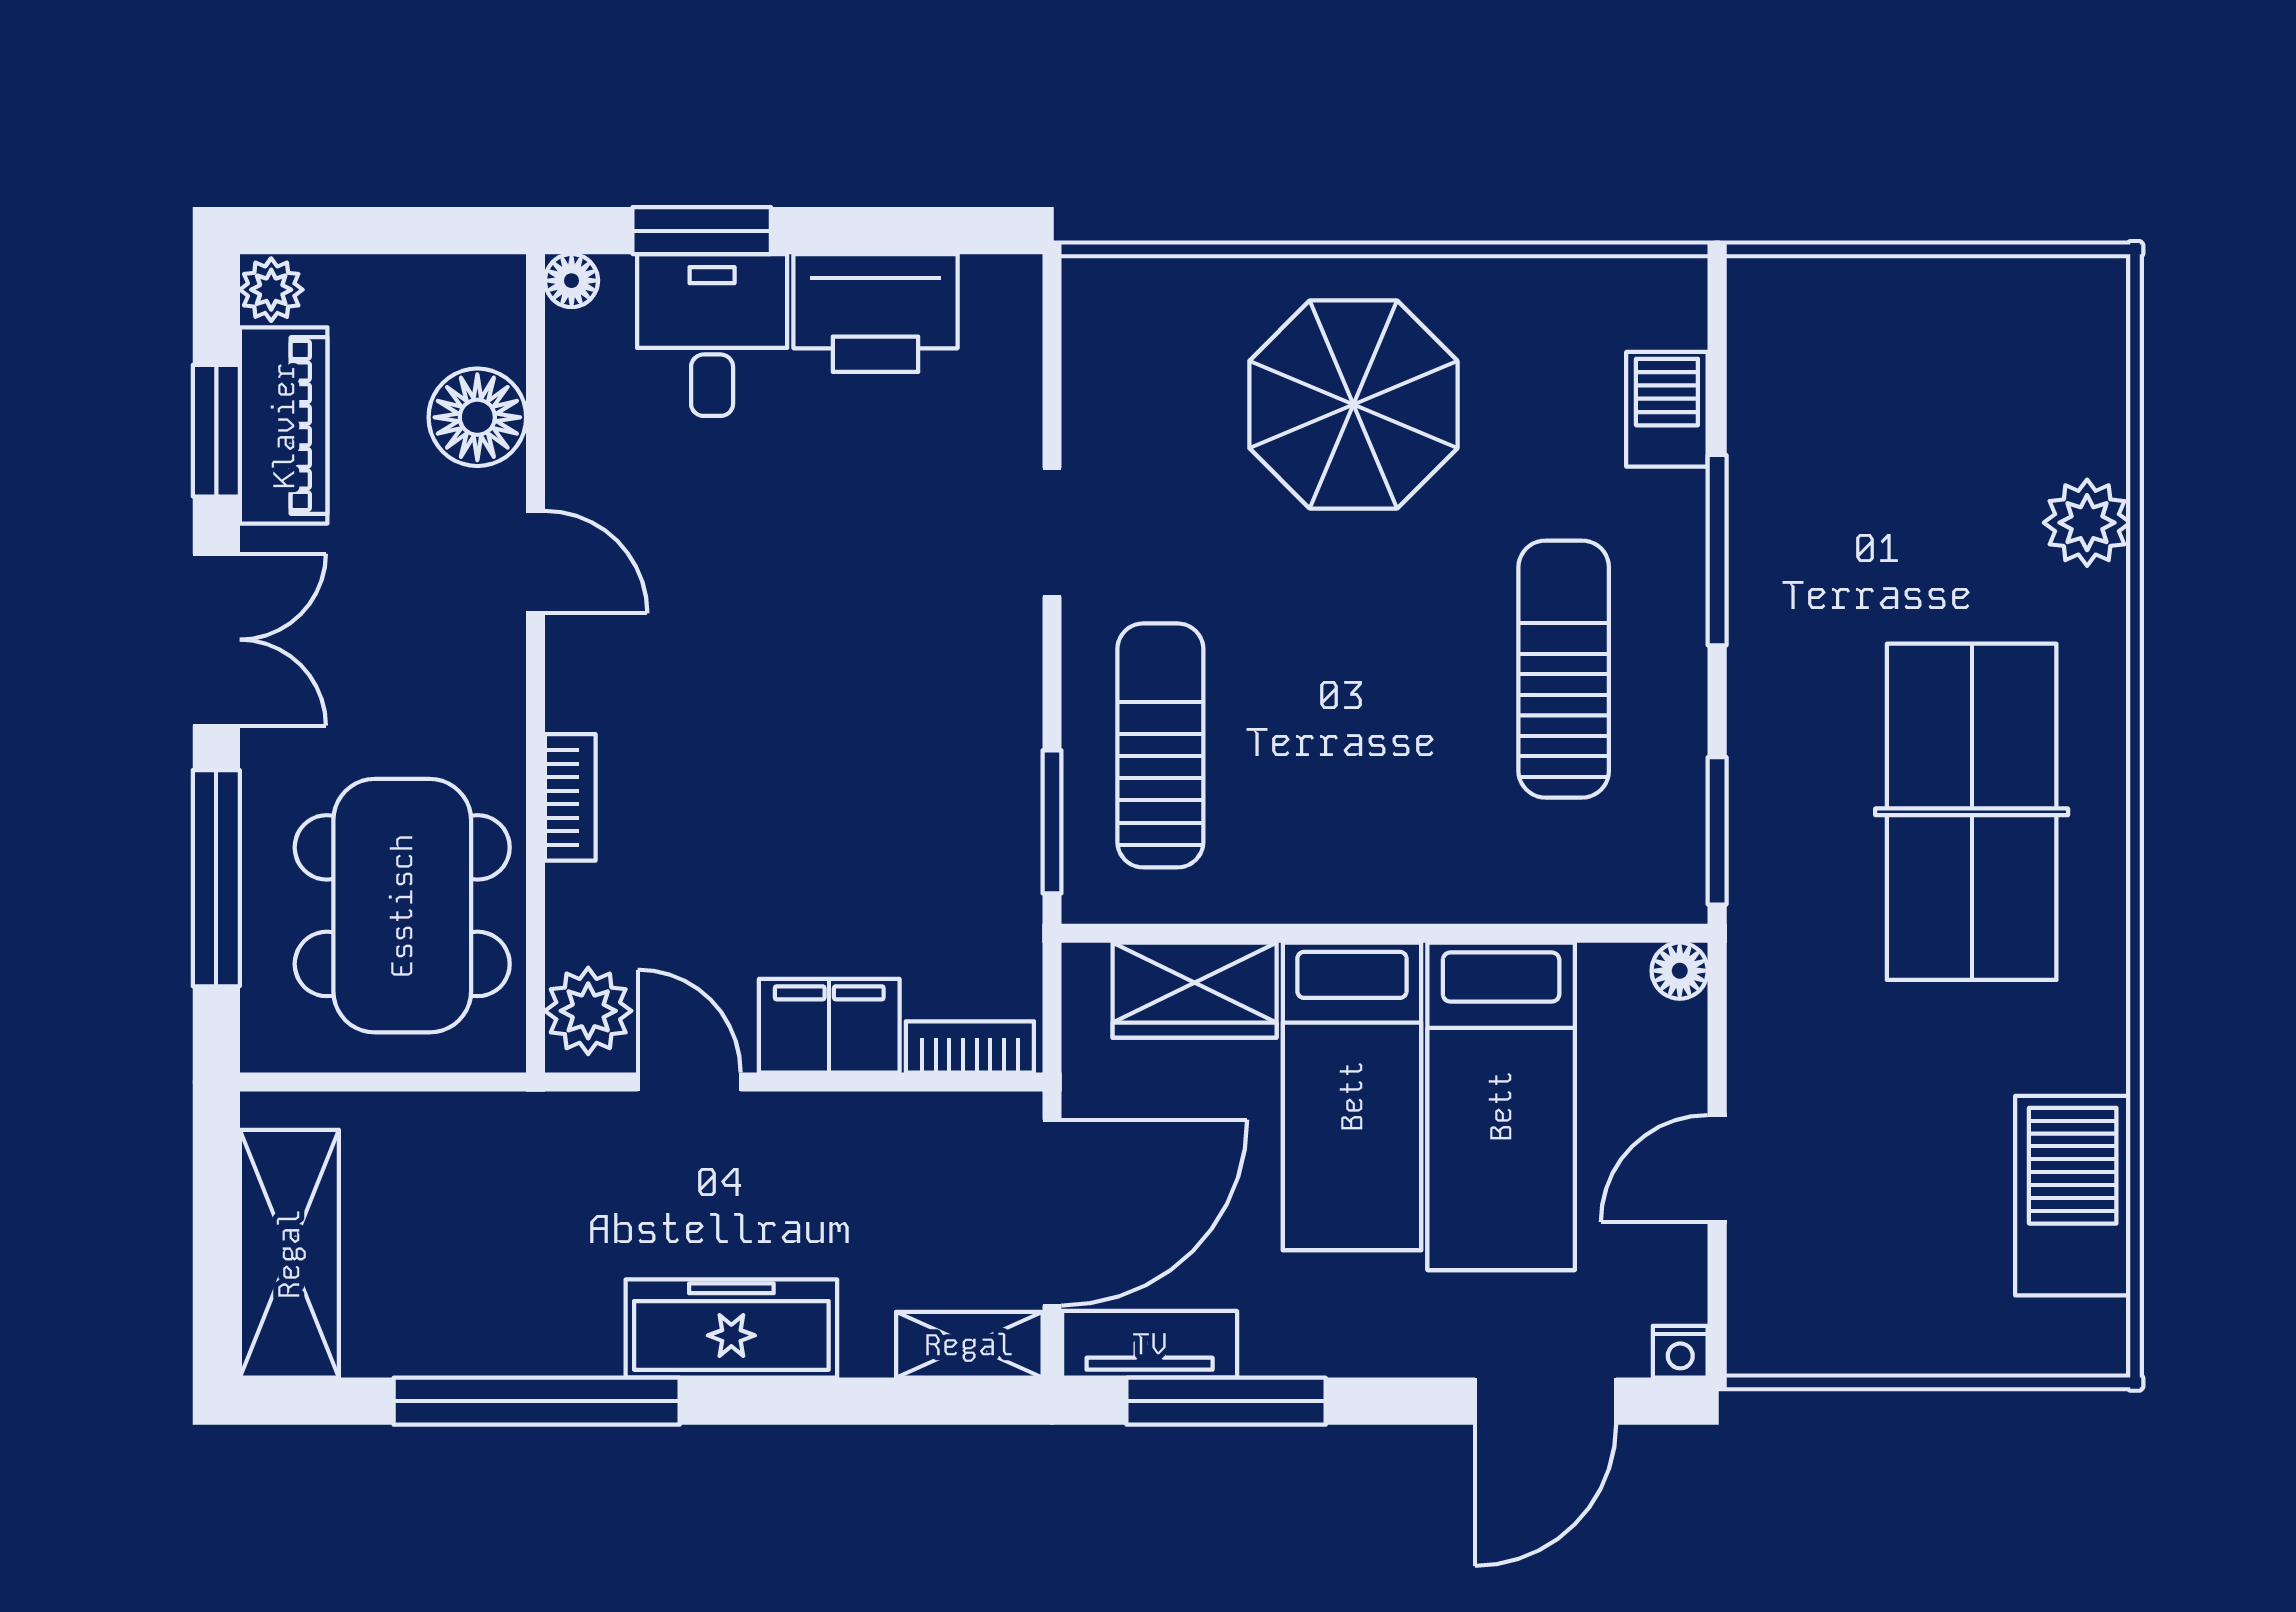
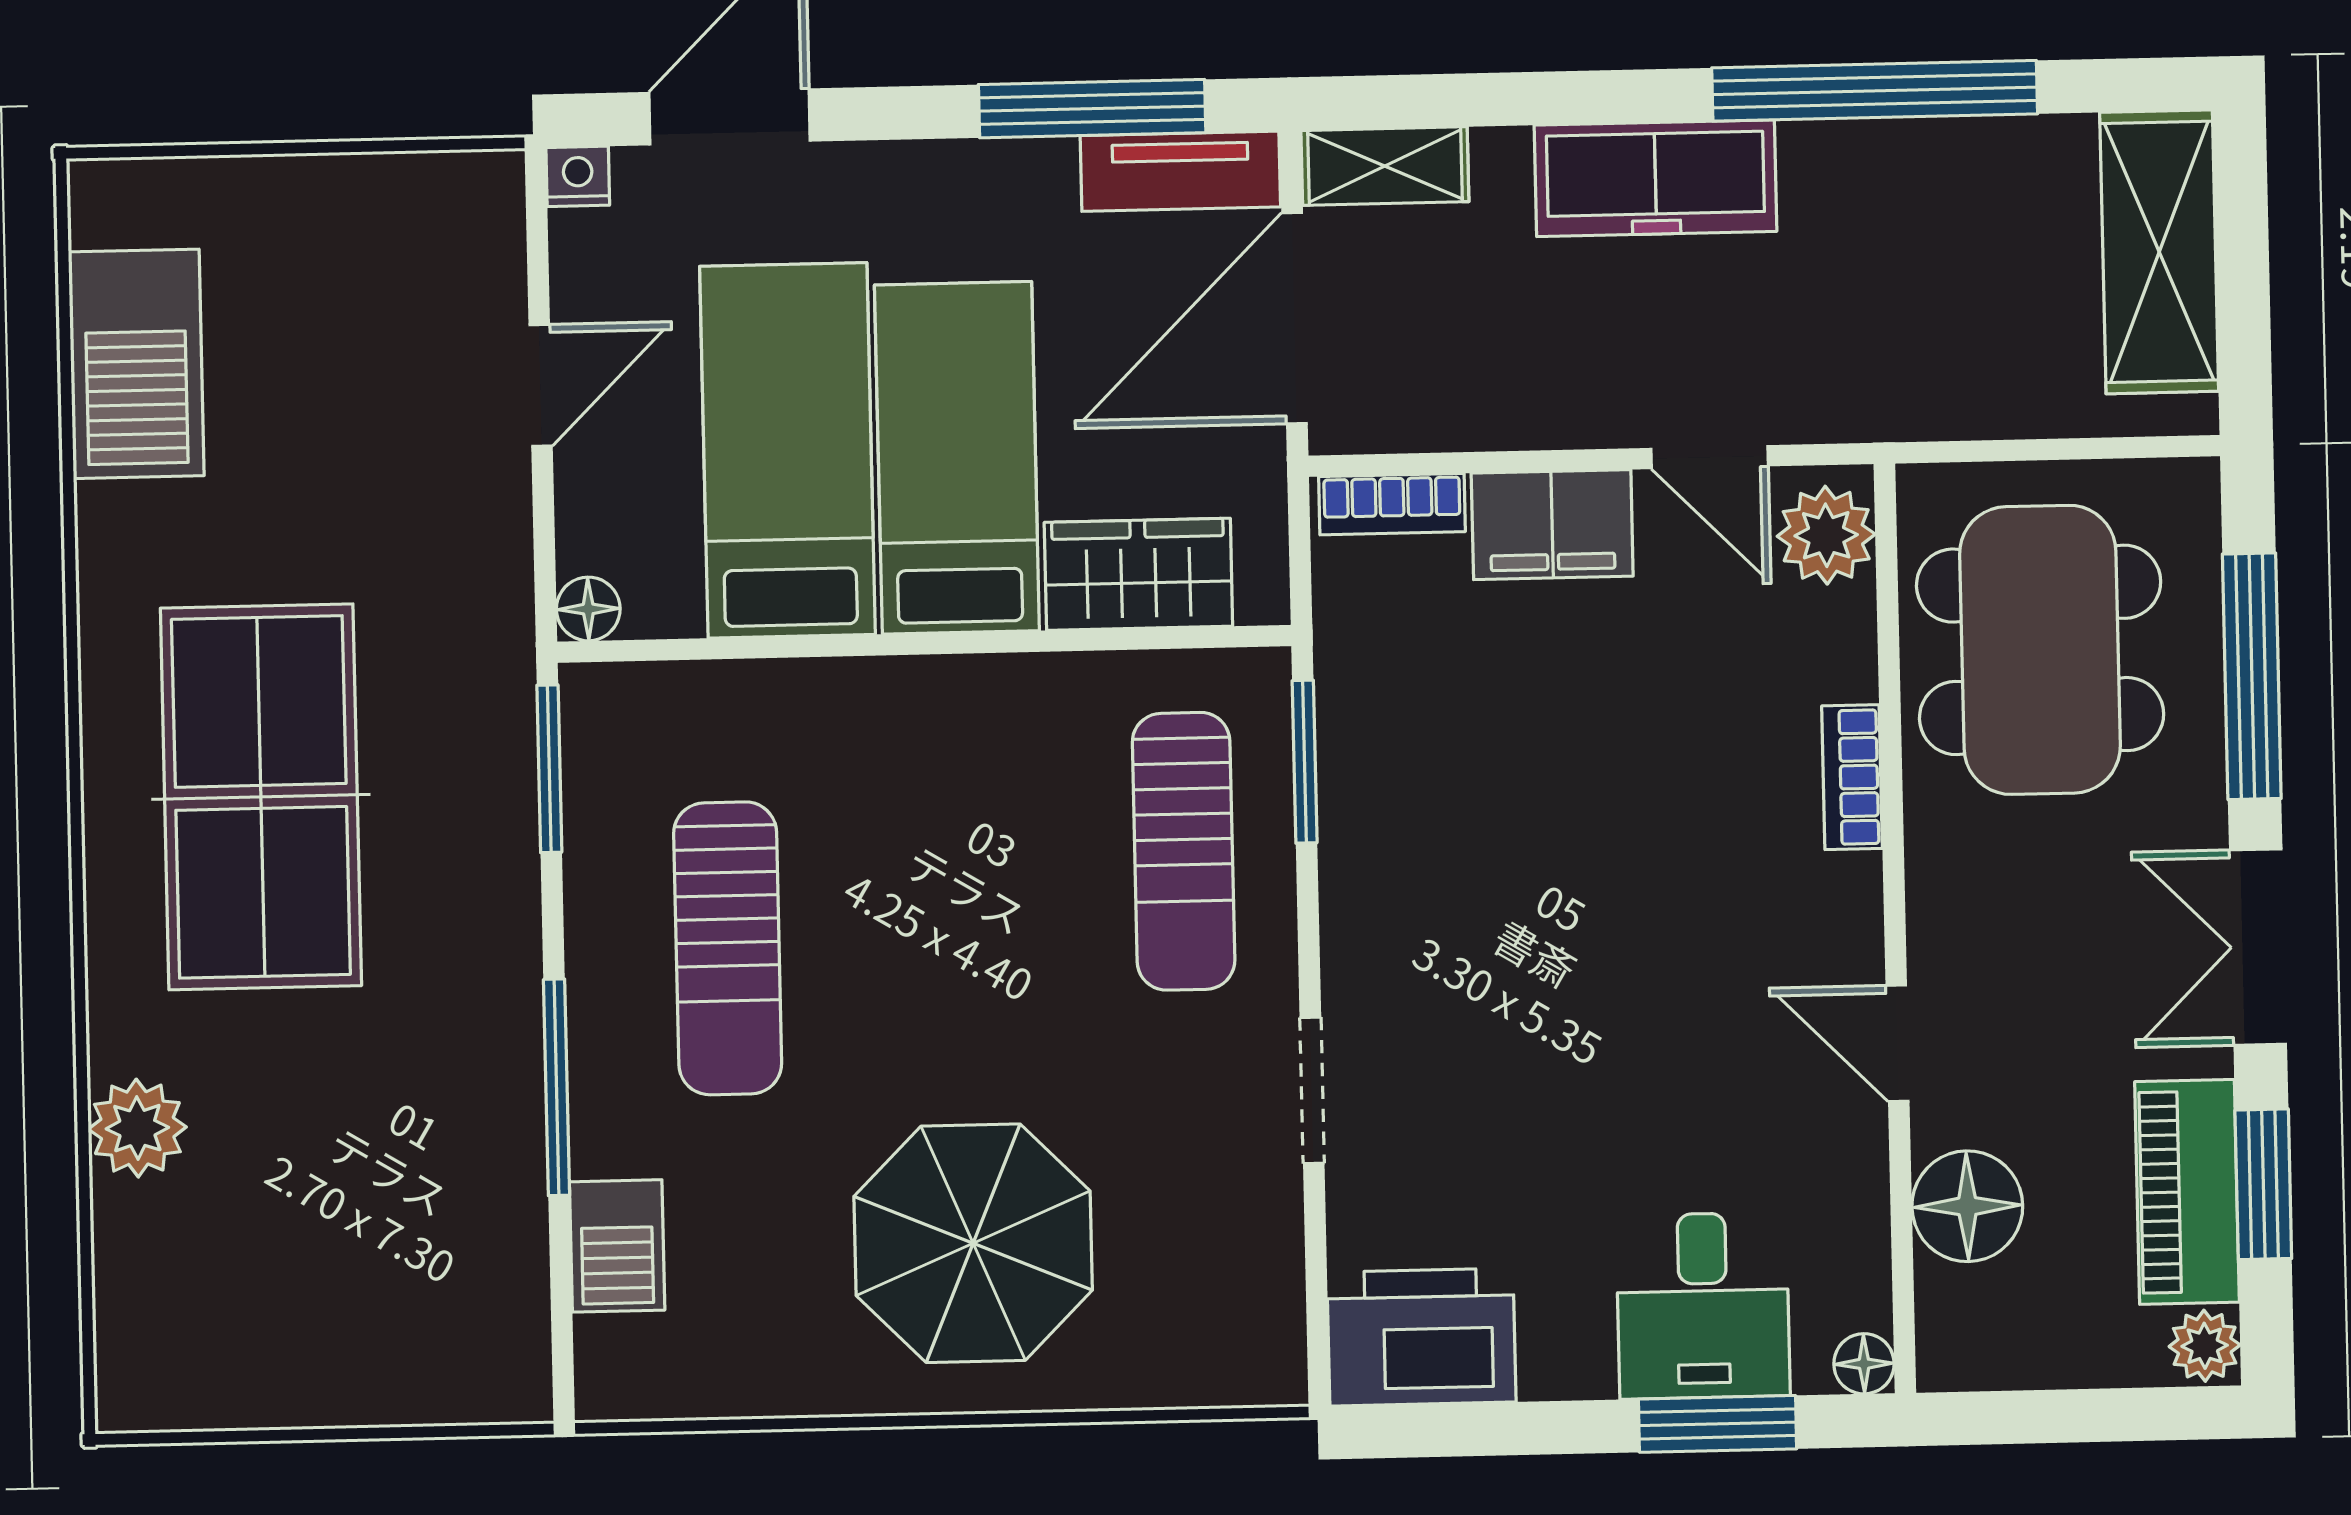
printer: (875, 313) -> (1421, 1337), moved

